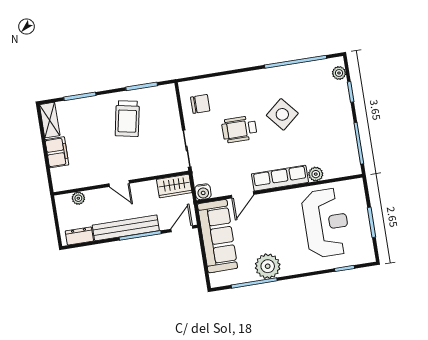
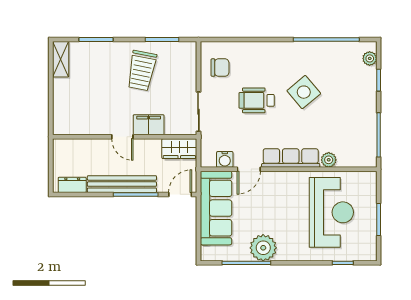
filing cabinet: (57, 152) -> (149, 125), moved, turned -90
water cooler: (203, 192) -> (225, 159), moved
plant: (78, 198) -> (77, 145), removed

